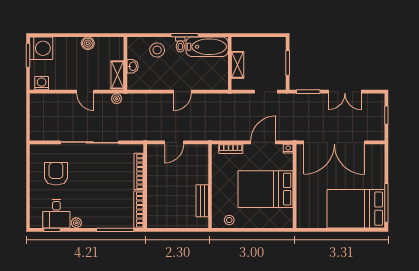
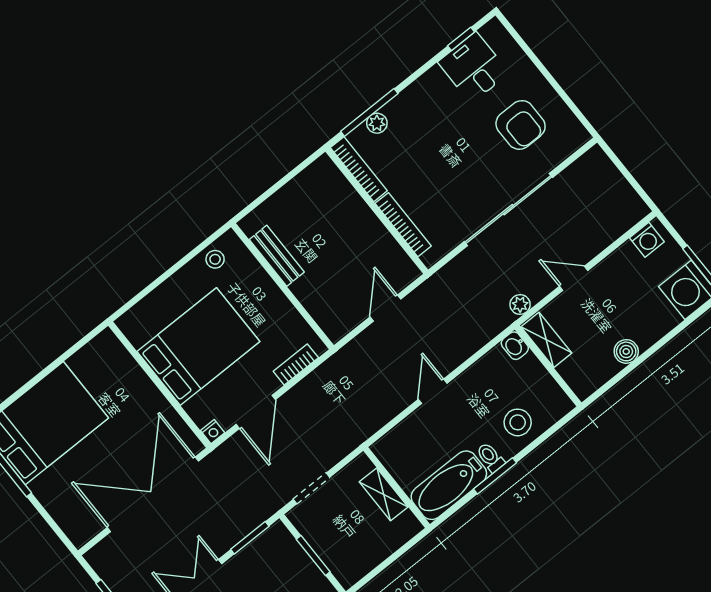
washbasin: (133, 66) -> (515, 346), moved
plant: (76, 223) -> (377, 123), moved

